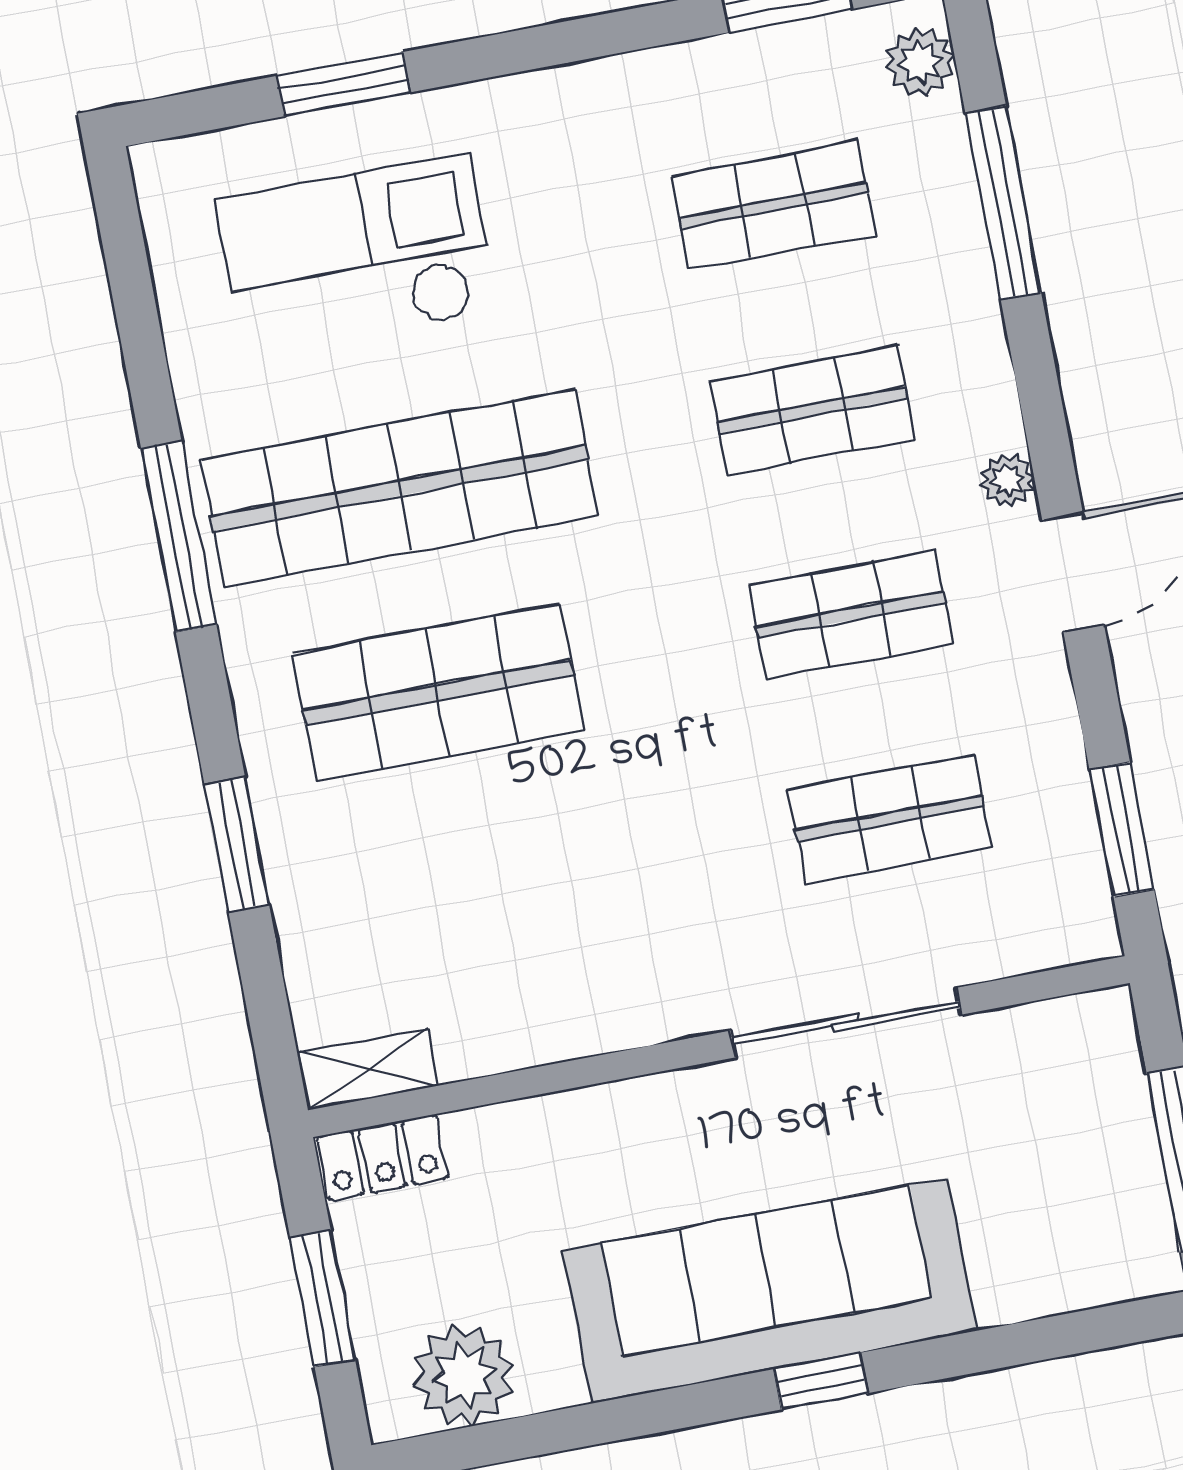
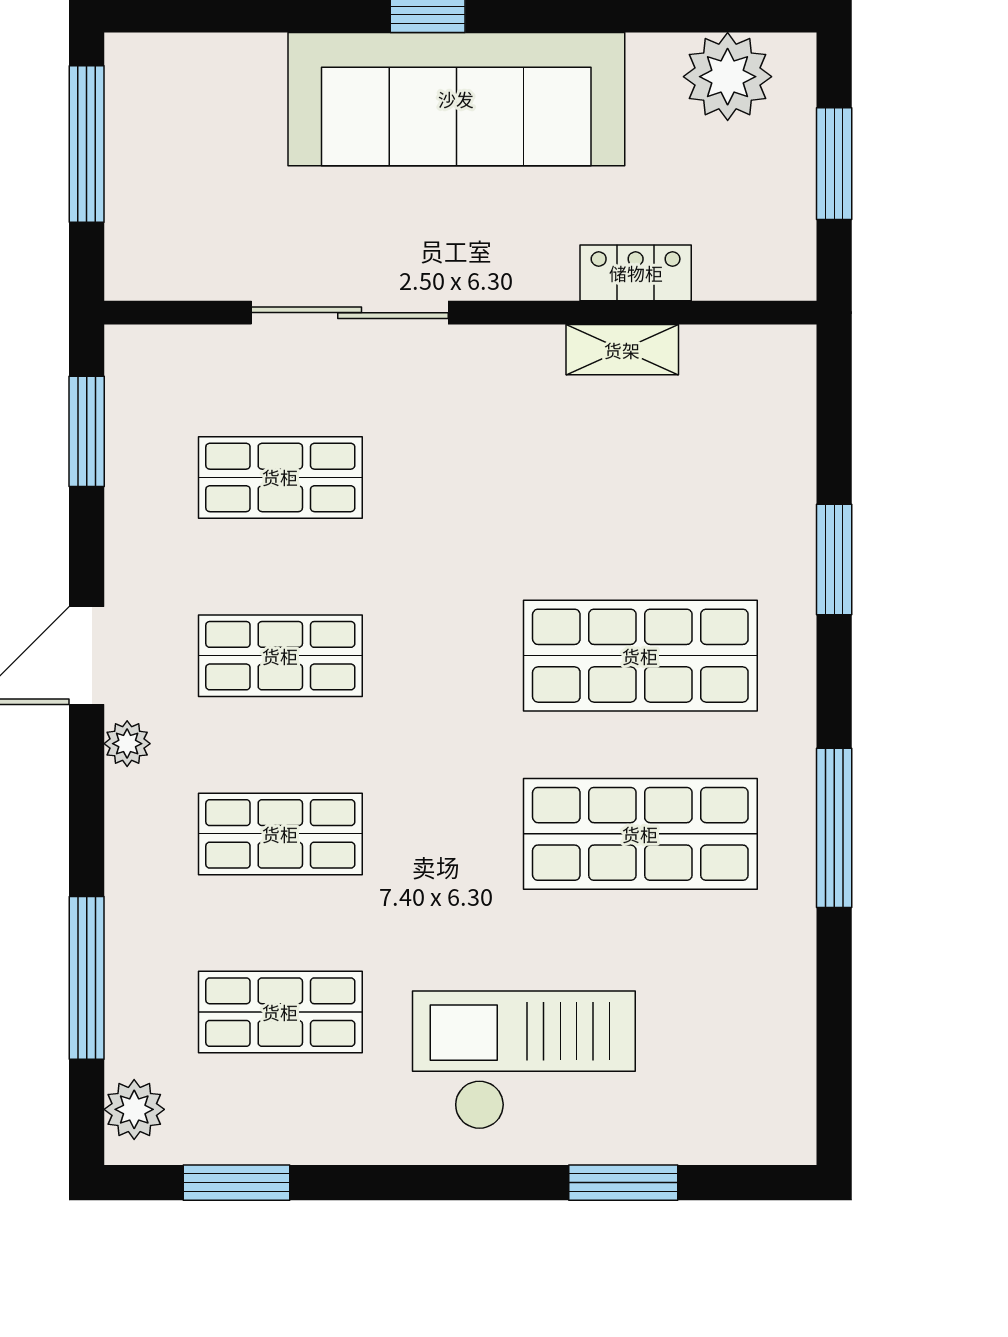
checkout: (357, 256) -> (524, 1060), moved, turned 180
shop shelf: (399, 488) -> (640, 834), width x0.71
shelving: (369, 1069) -> (622, 350), moved
locker: (383, 1157) -> (636, 273), moved

